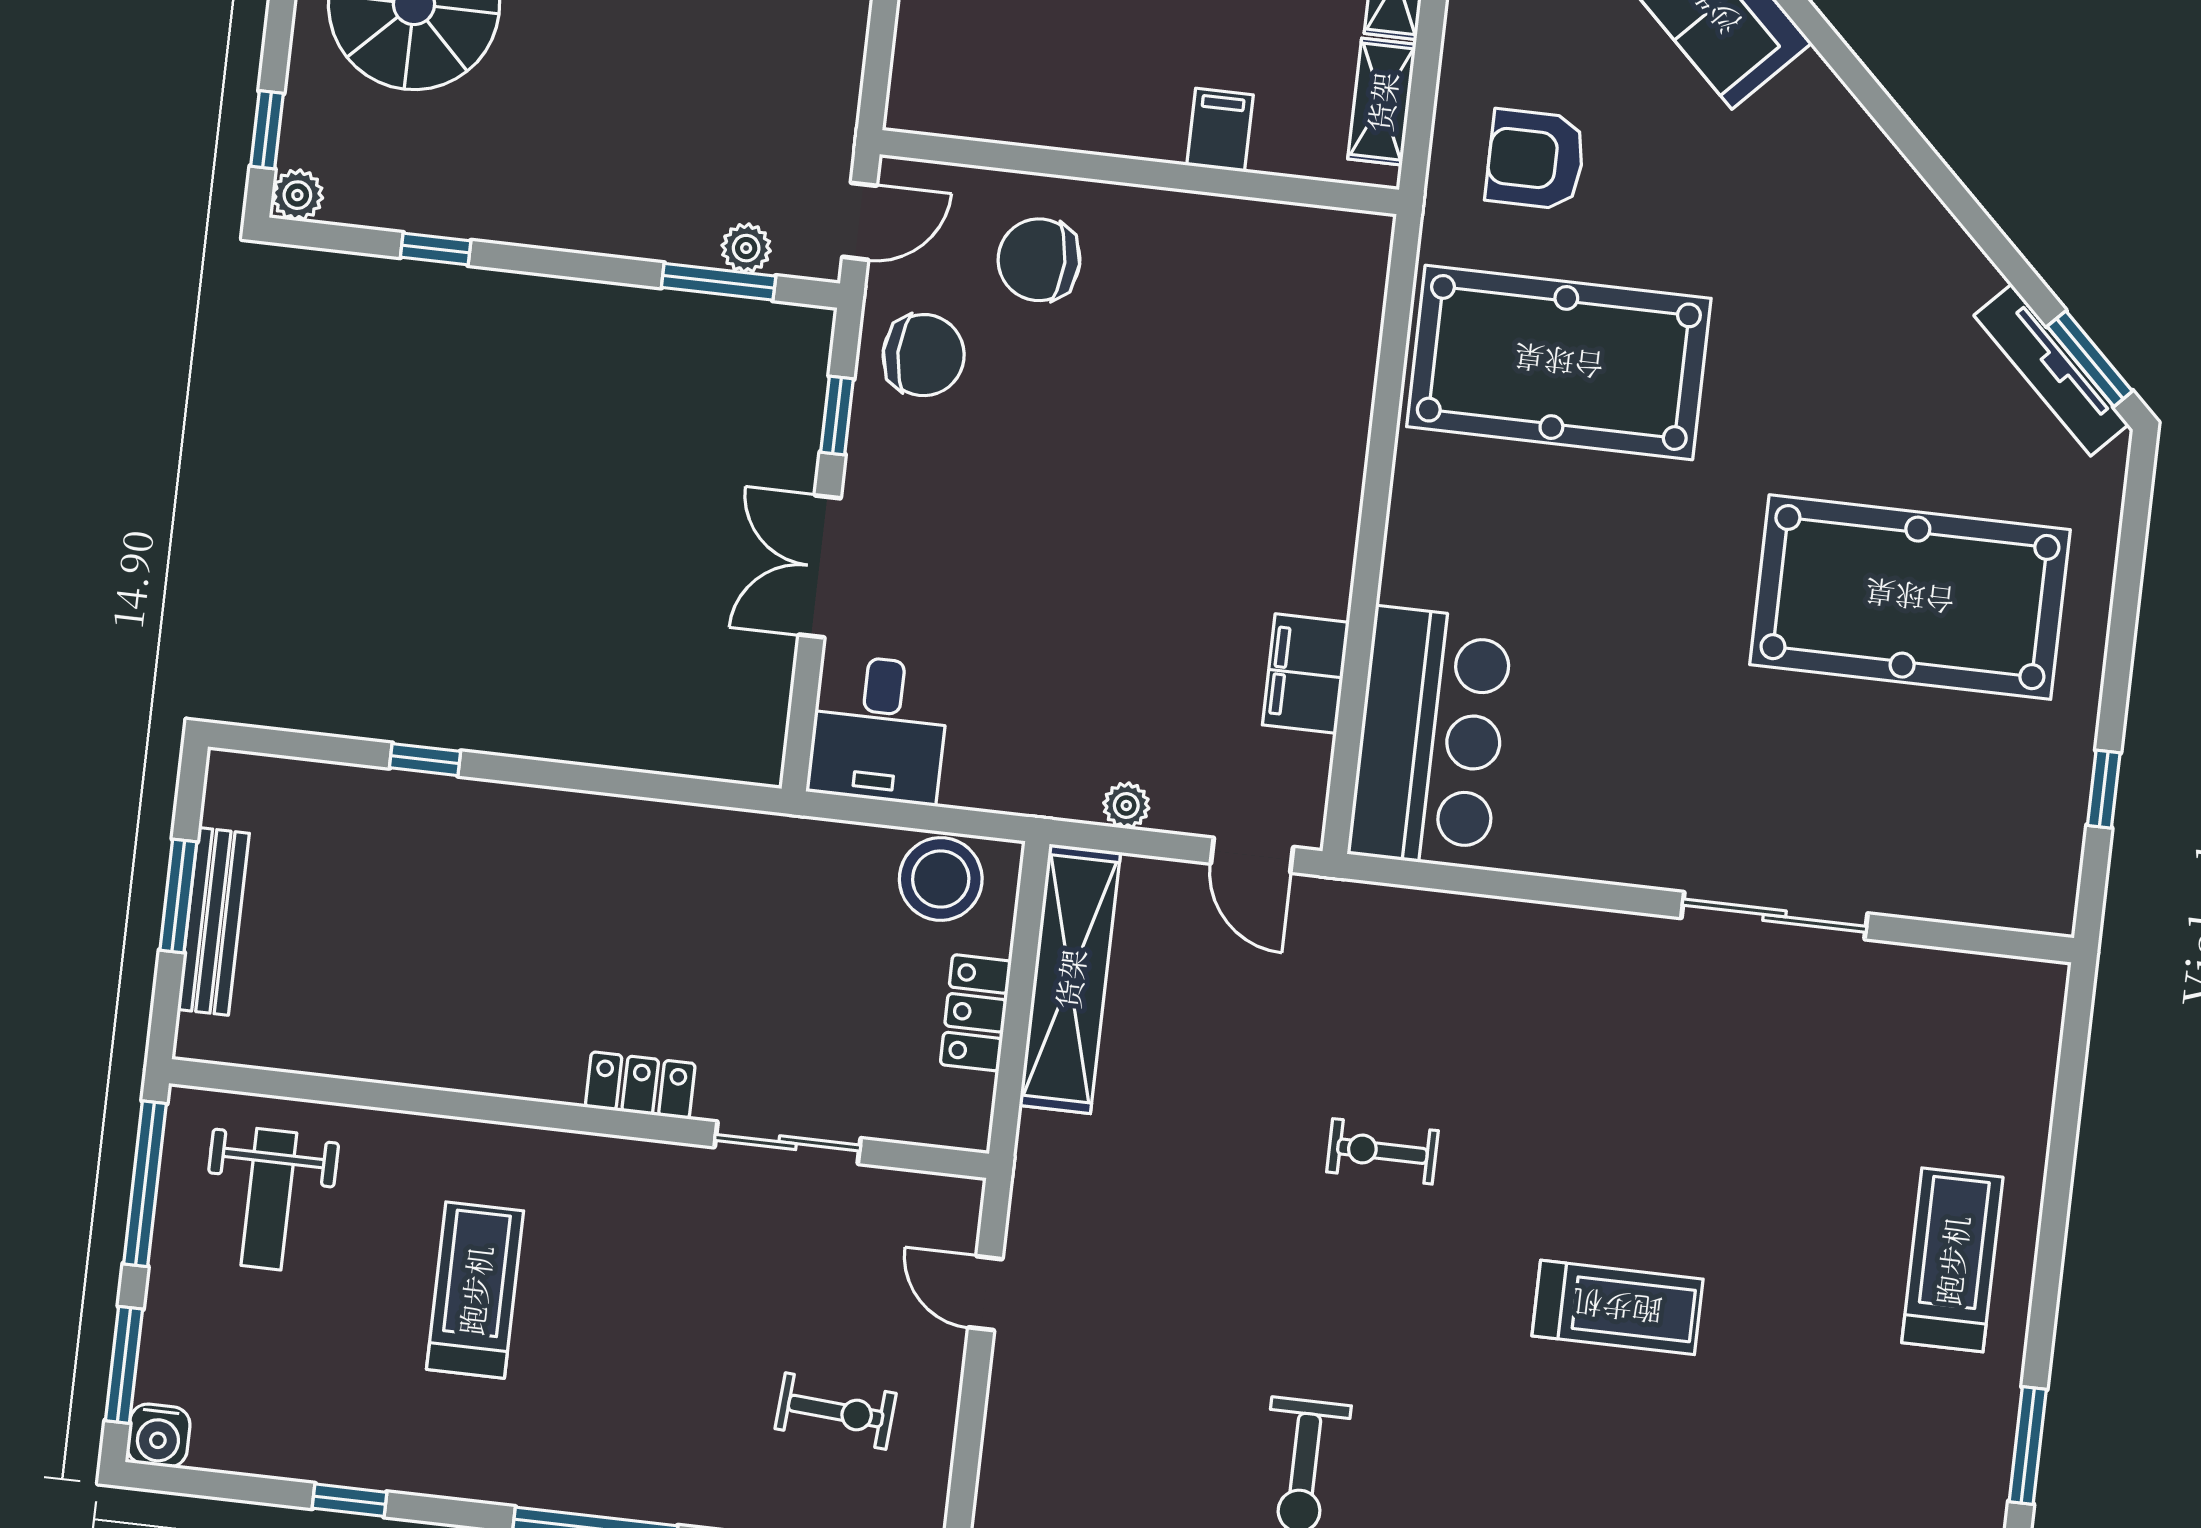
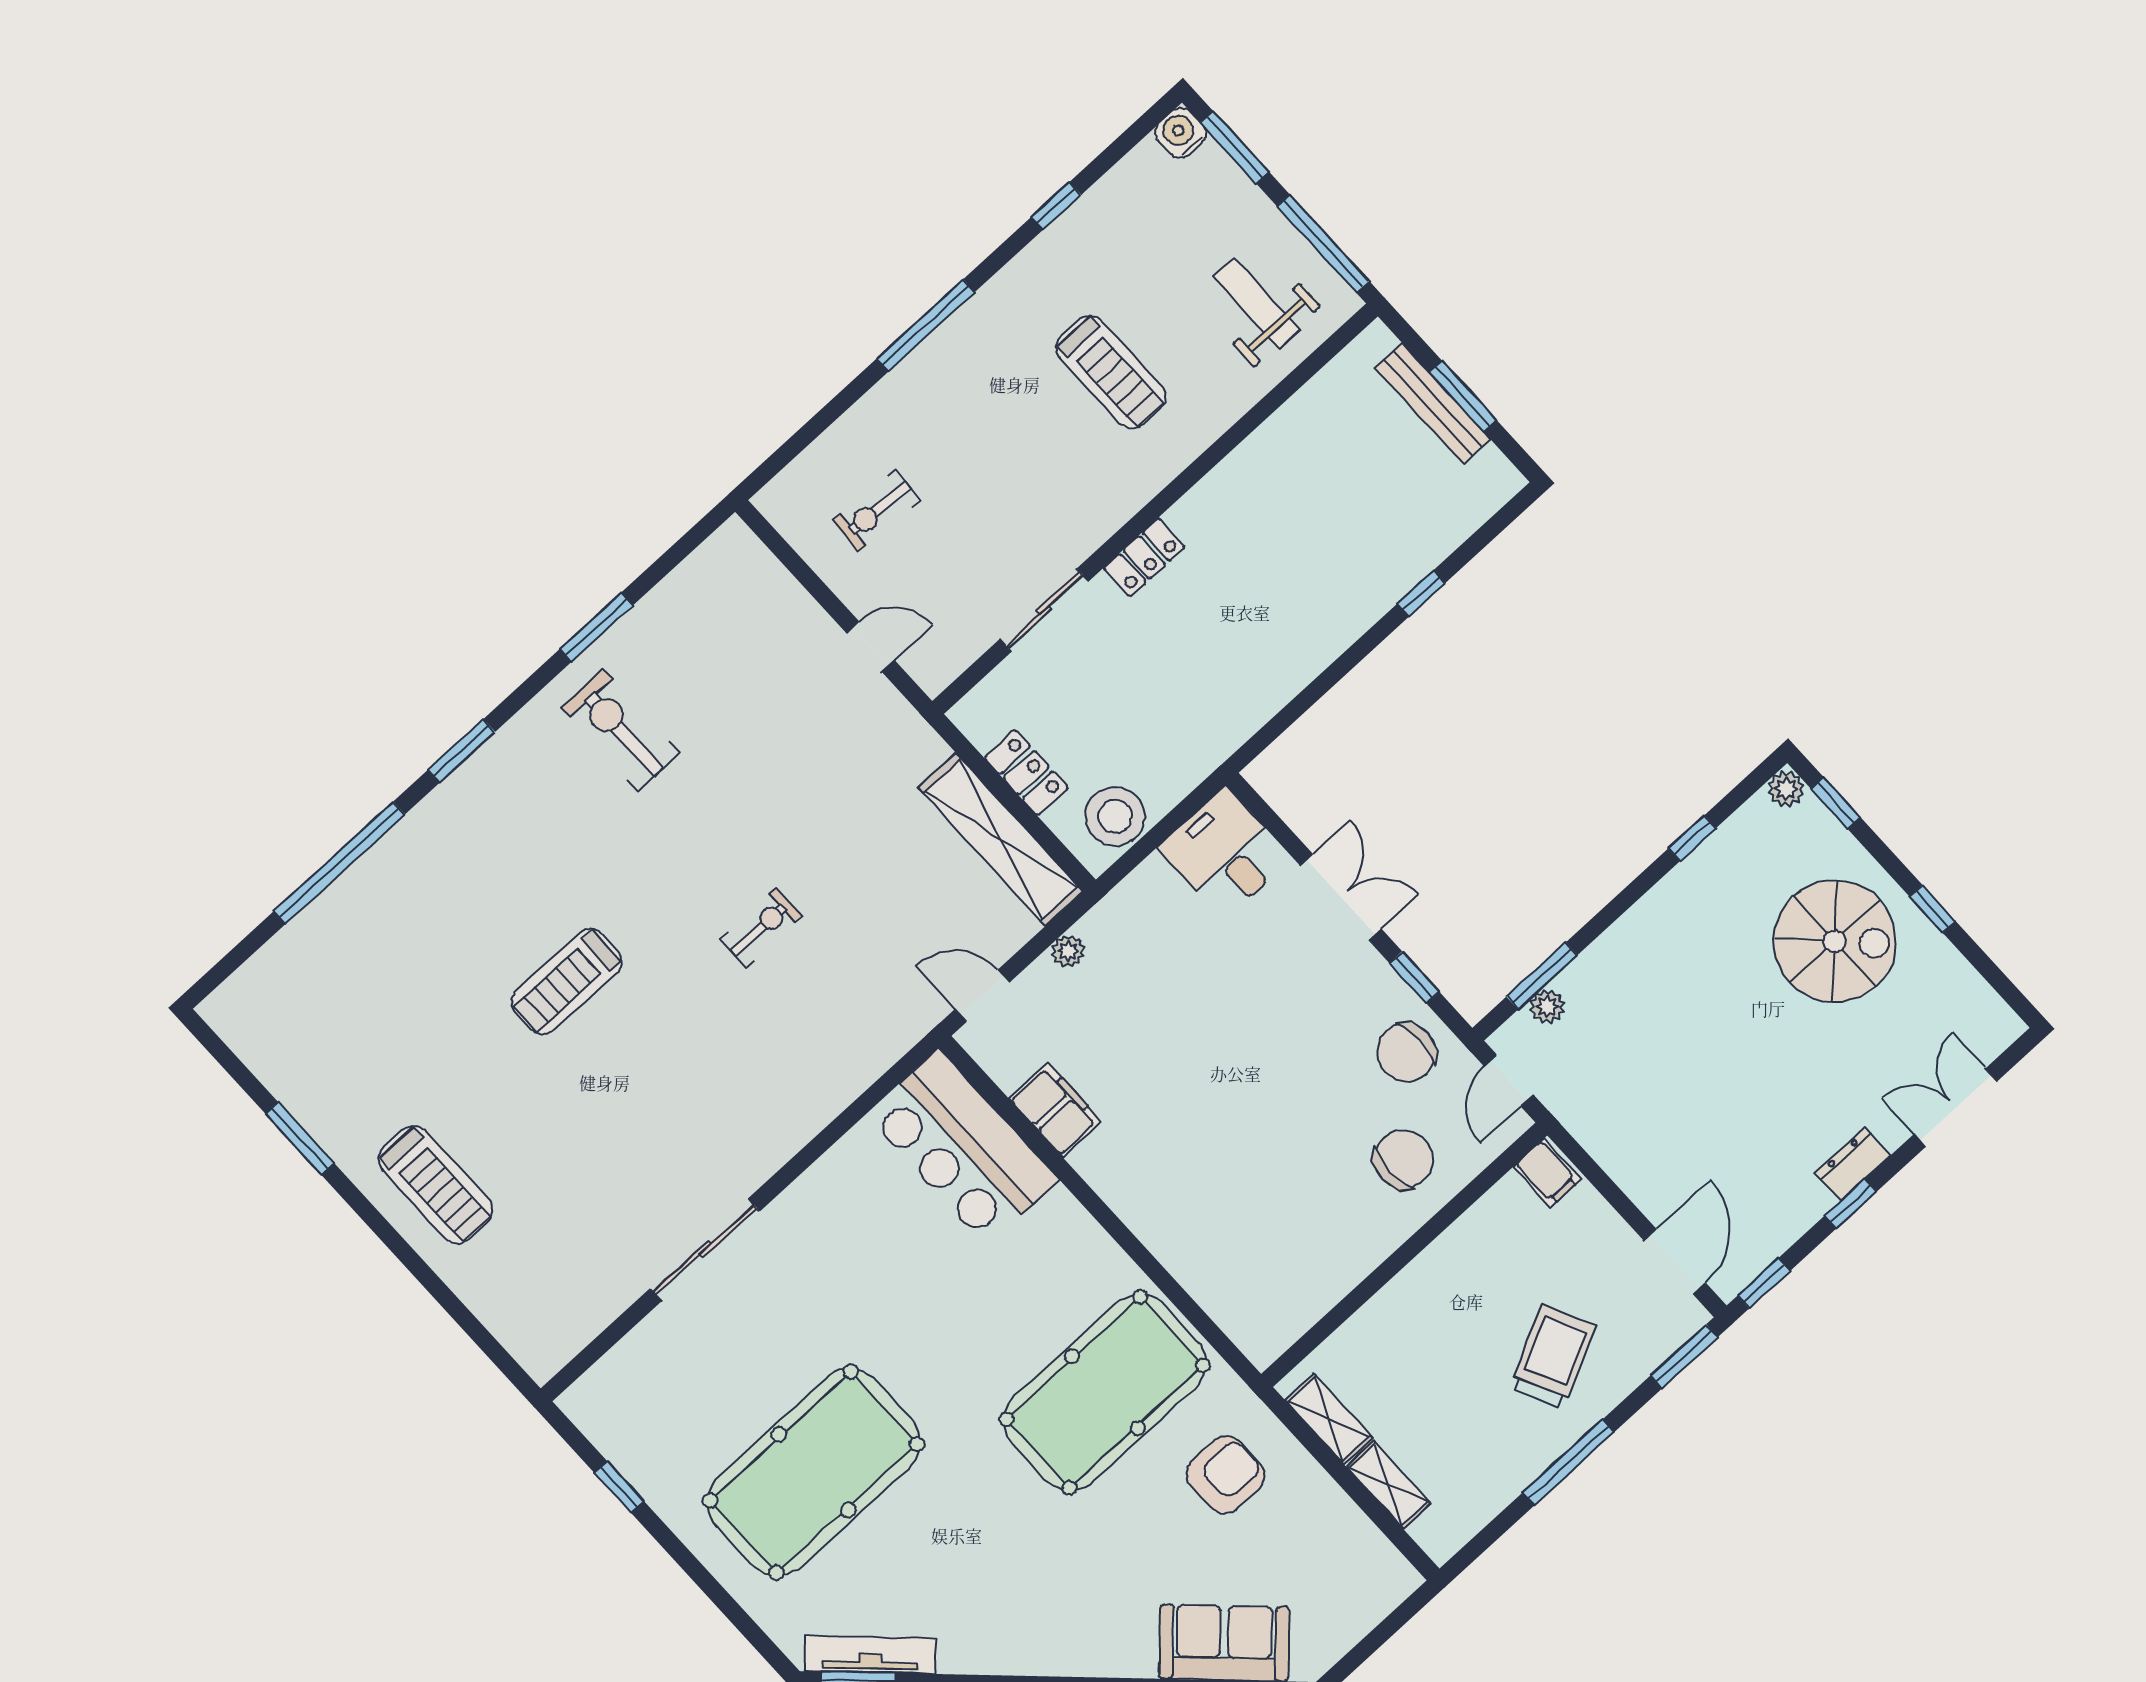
filing cabinet: (1220, 130) -> (1547, 1173), moved

